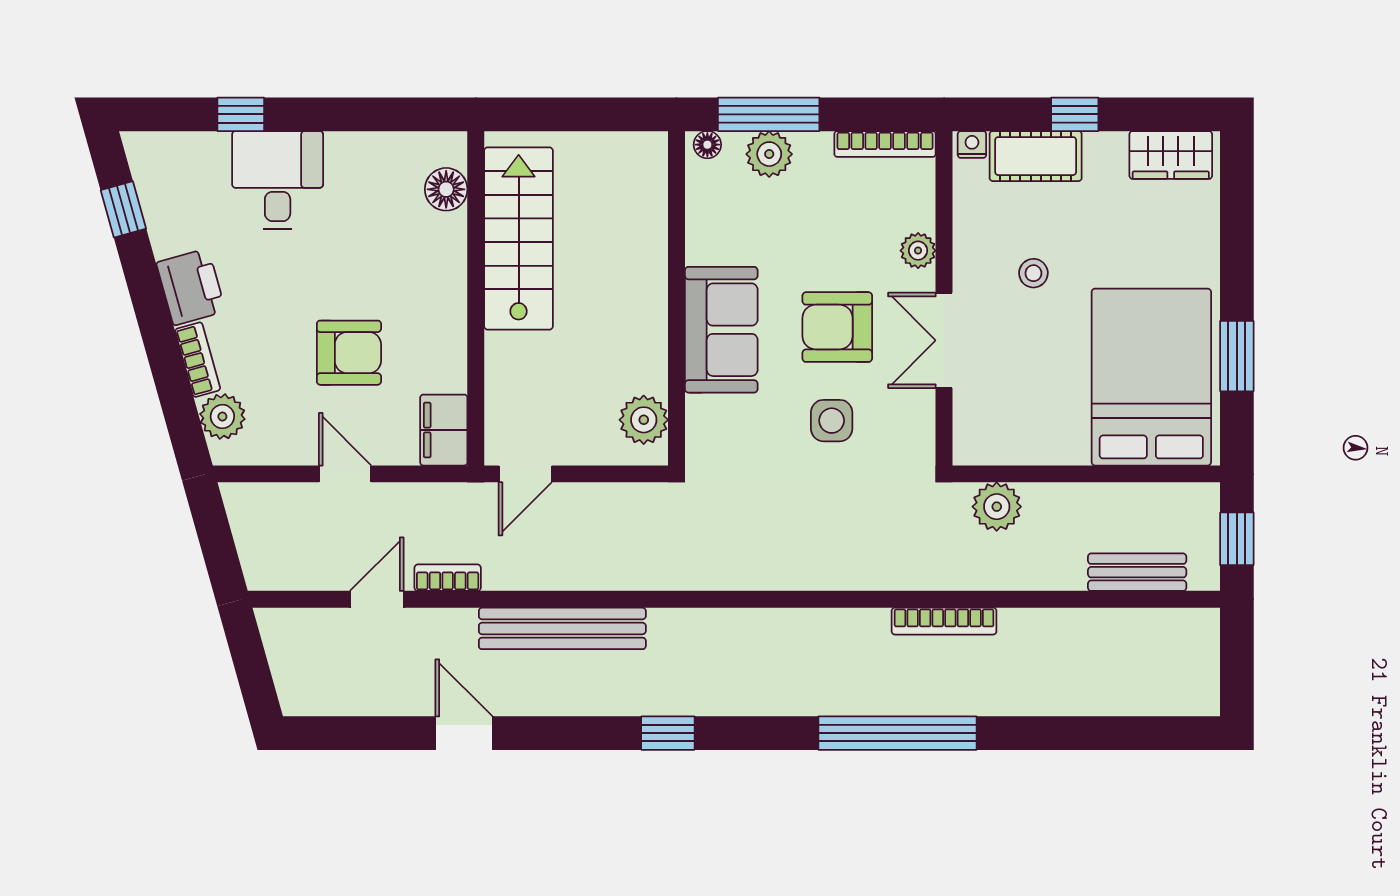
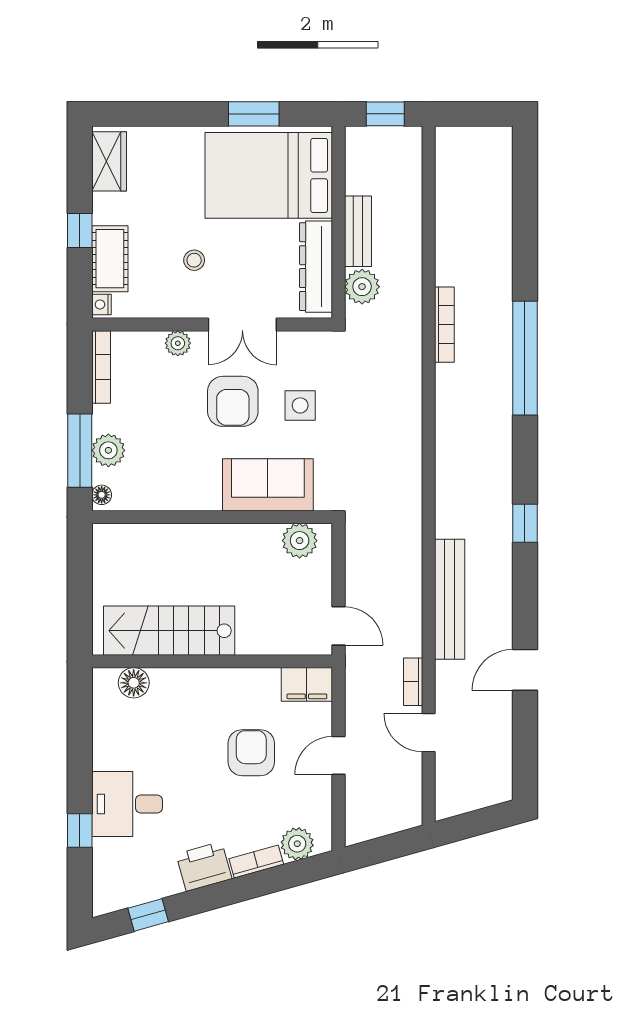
sofa: (721, 330) -> (268, 485), moved
dresser: (1025, 443) -> (316, 267), added
bench: (1137, 572) -> (358, 231), moved

